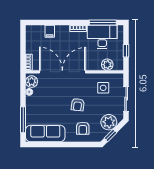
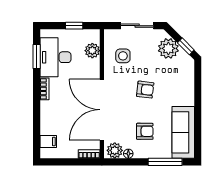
window: (103, 22) -> (37, 57), width x0.69
filing cabinet: (50, 31) -> (48, 142), moved
armchair: (83, 128) -> (145, 131), moved

